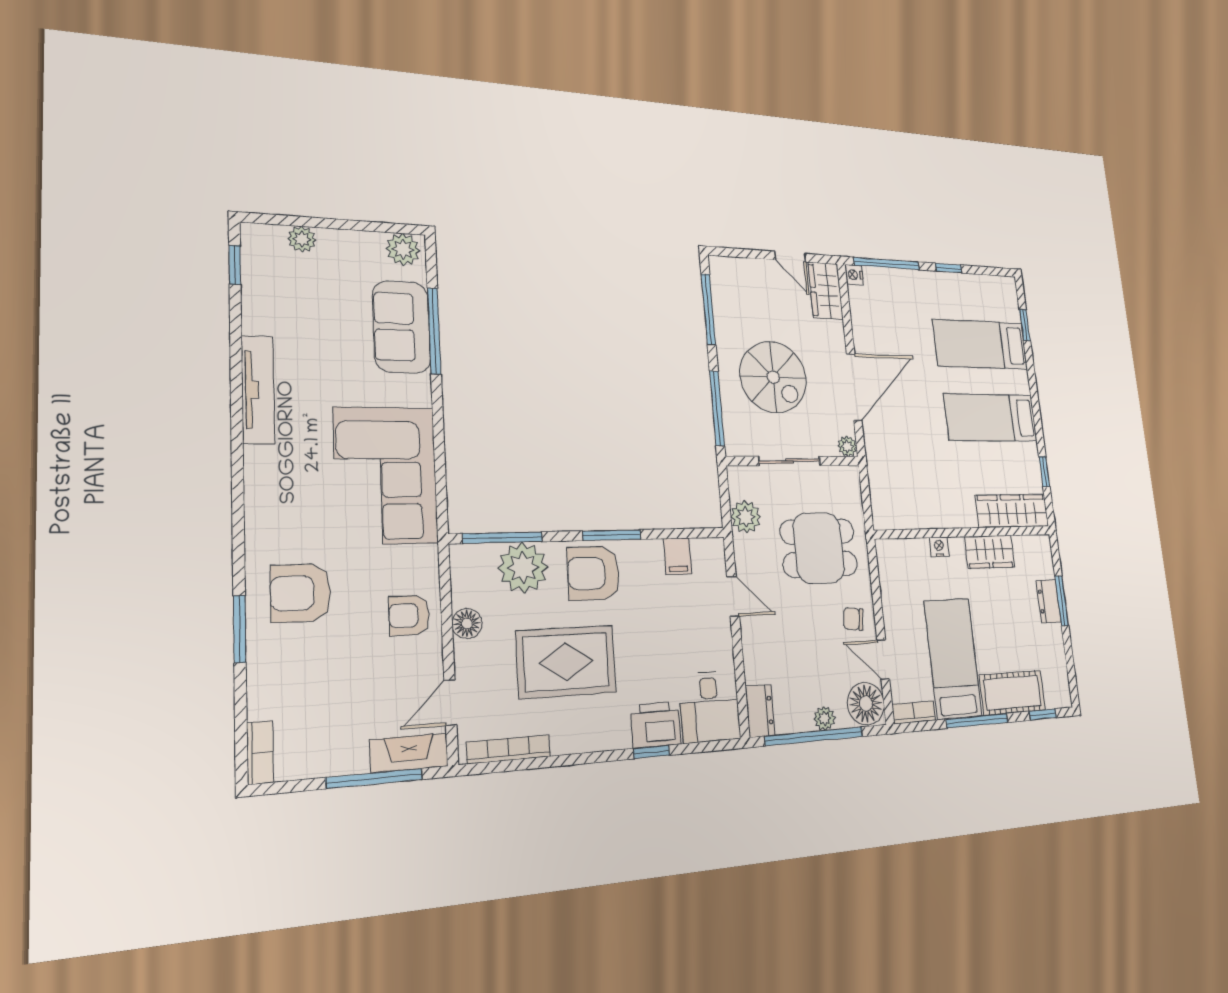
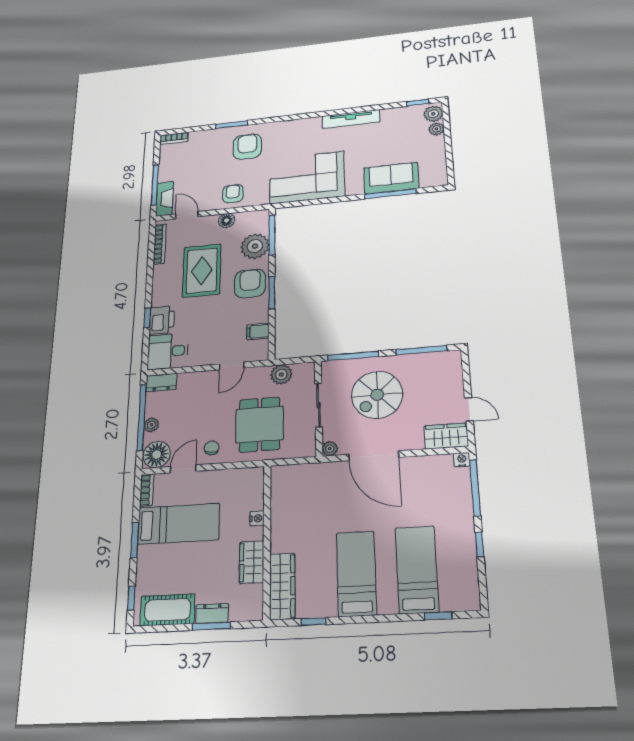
plant: (403, 249) -> (433, 114), moved
door: (790, 257) -> (469, 409), swing flipped
cot: (1012, 693) -> (167, 610), moved, turned 90
window: (977, 721) -> (135, 540), width x0.69

